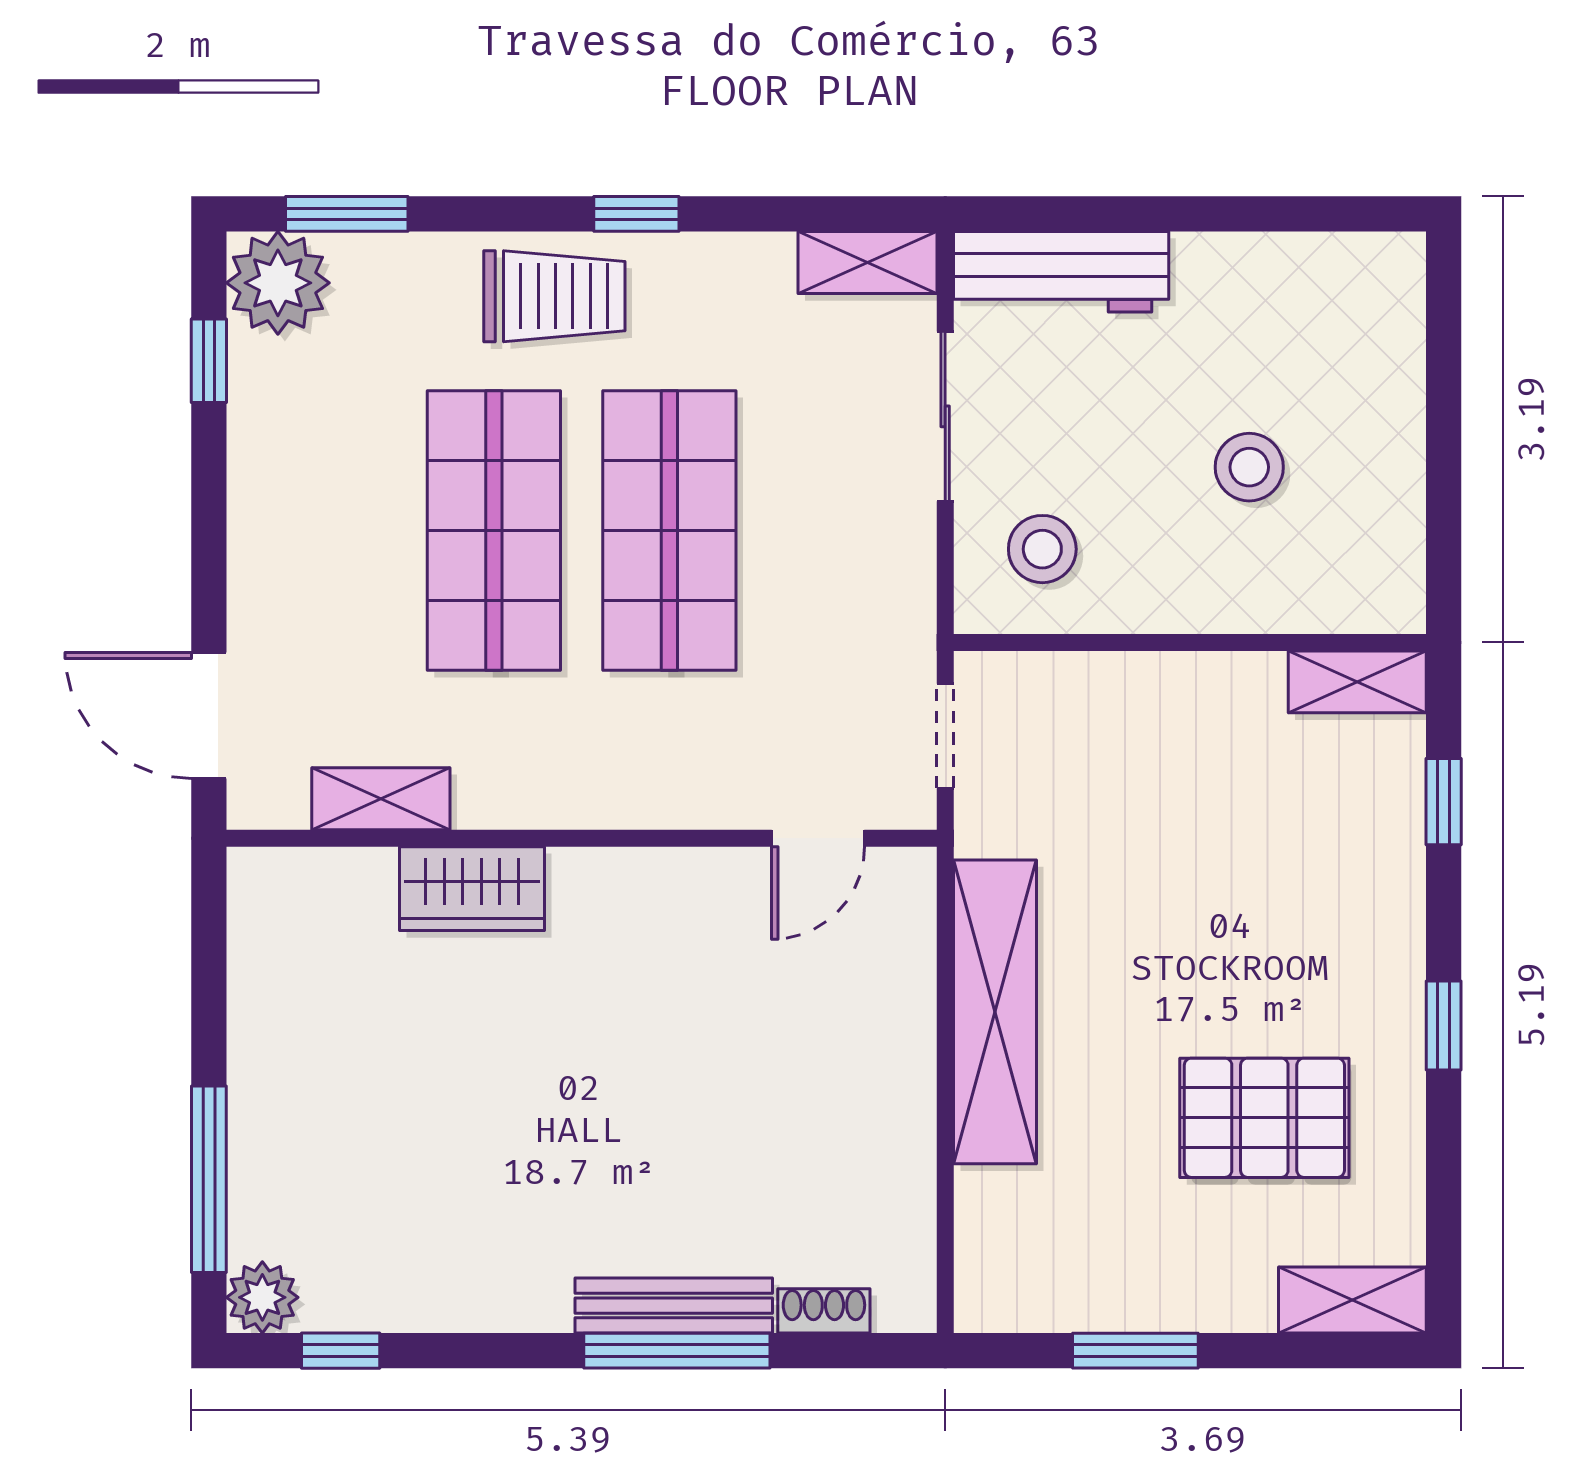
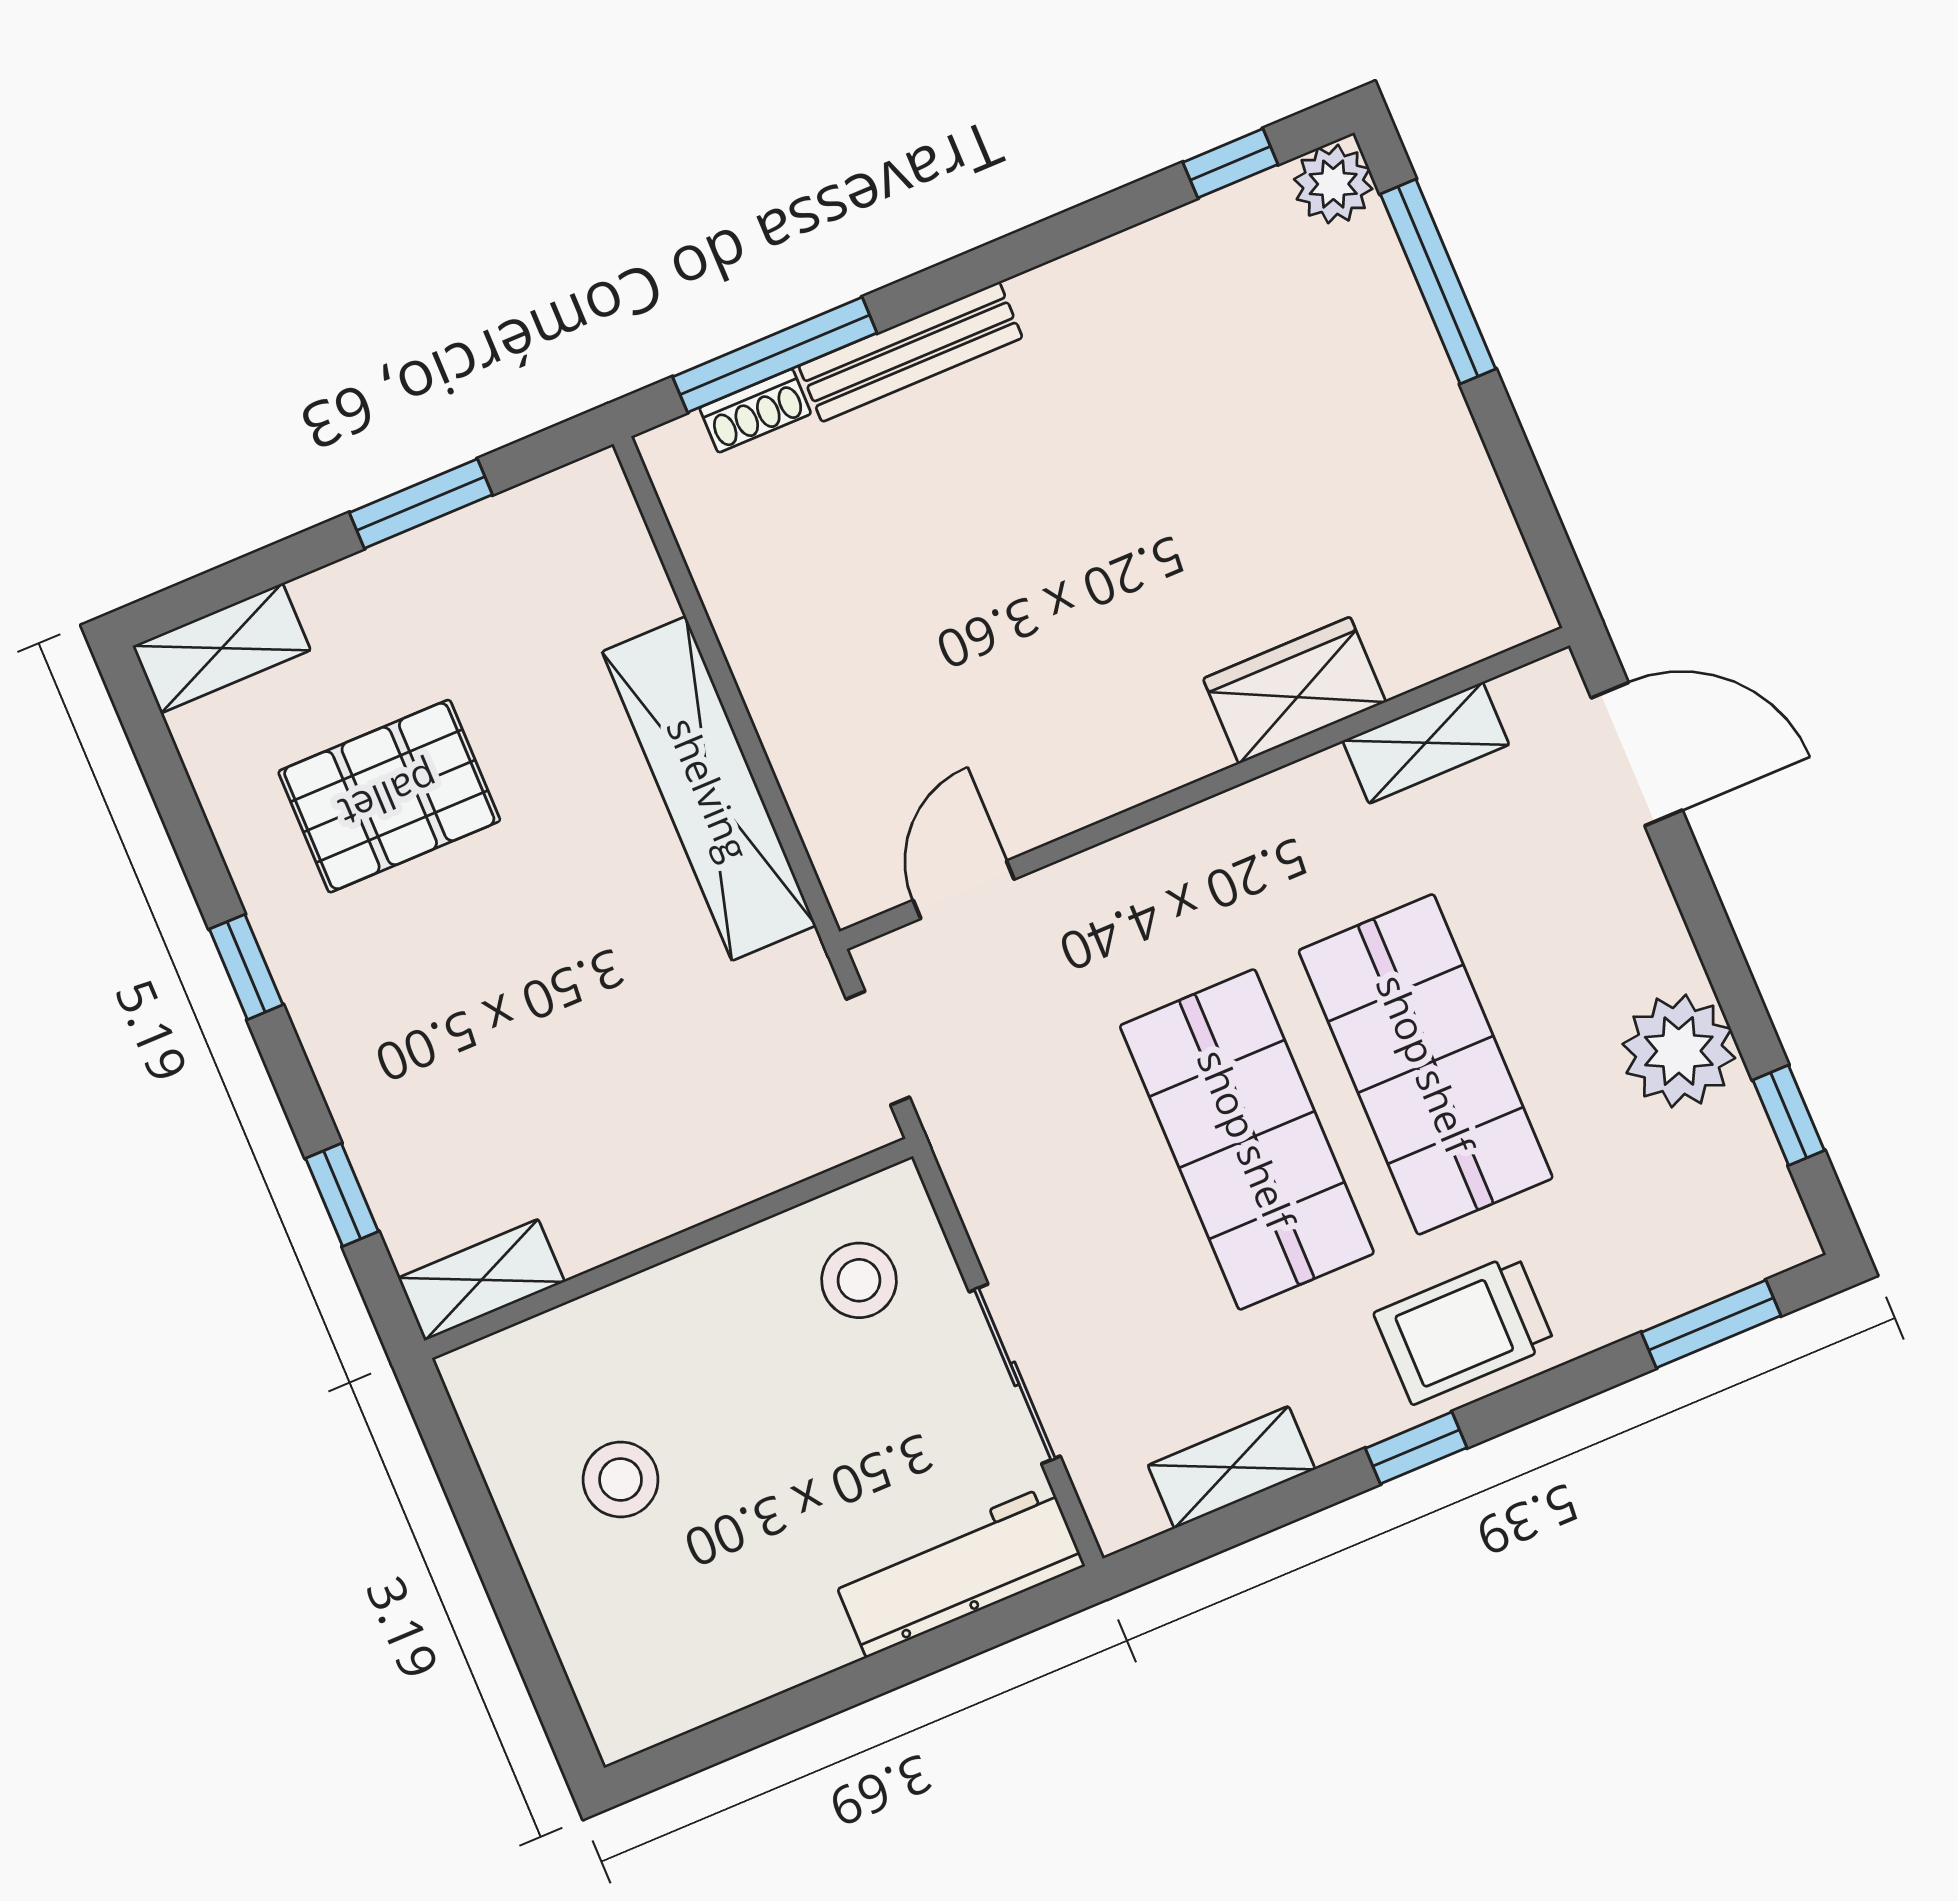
shelving: (867, 263) -> (1231, 1467), moved
plant: (278, 283) -> (1679, 1051), moved
stool: (1249, 467) -> (621, 1479), moved
window: (677, 1351) -> (775, 355), moved

